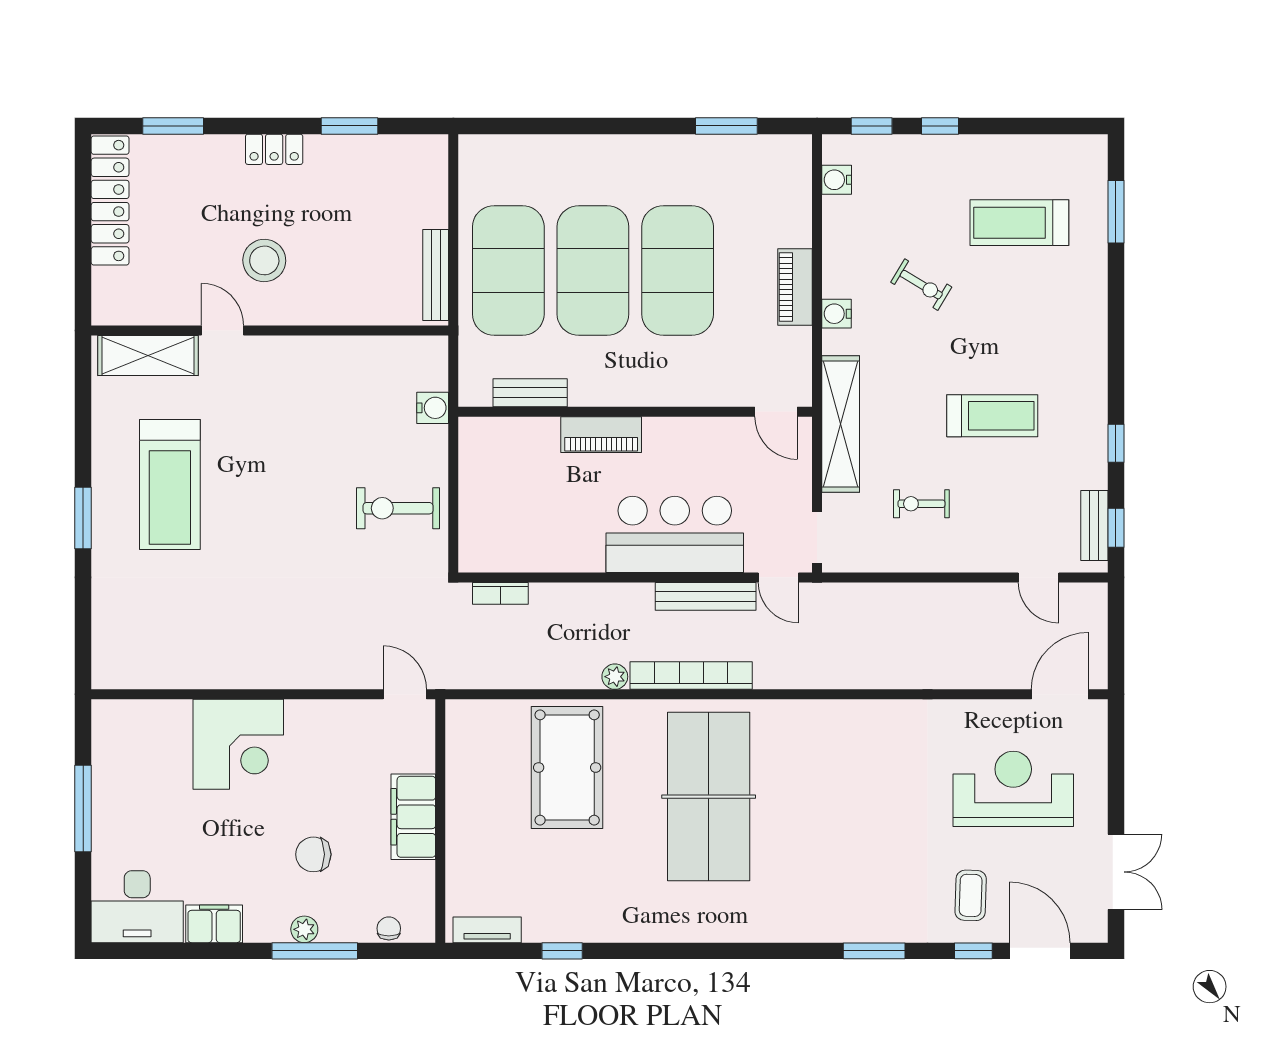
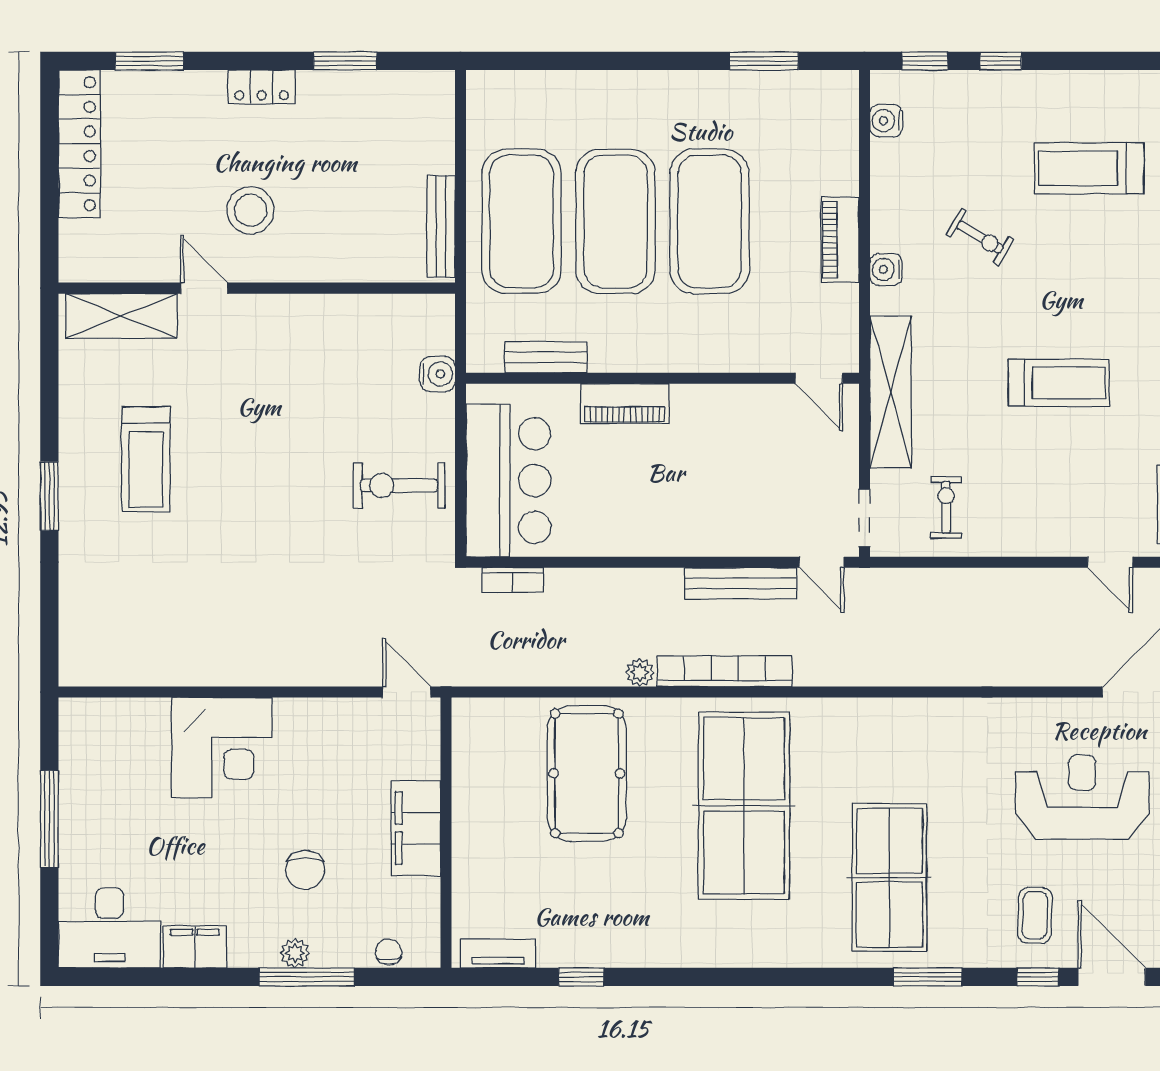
treadmill: (170, 485) -> (146, 459), width x0.73, depth x0.73
exercise bike: (921, 504) -> (946, 507), moved, turned 90
bar counter: (675, 534) -> (508, 480), moved, turned 90
chair: (313, 854) -> (305, 870), turned -90
table tennis table: (840, 861) -> (889, 878), added

